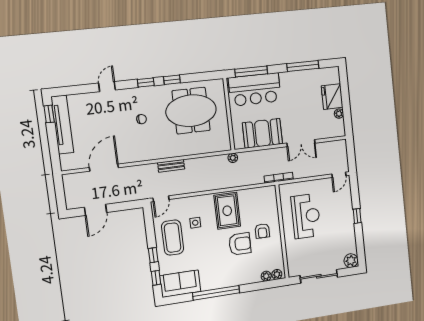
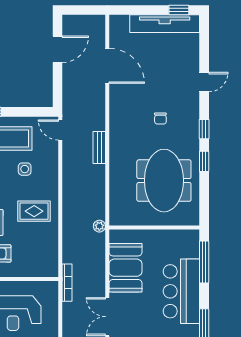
door: (107, 87) -> (204, 82), hinge flipped
bar counter: (255, 89) -> (181, 291), moved
door: (96, 210) -> (57, 49), swing flipped
rug: (227, 211) -> (34, 211), width x0.73, depth x0.70

